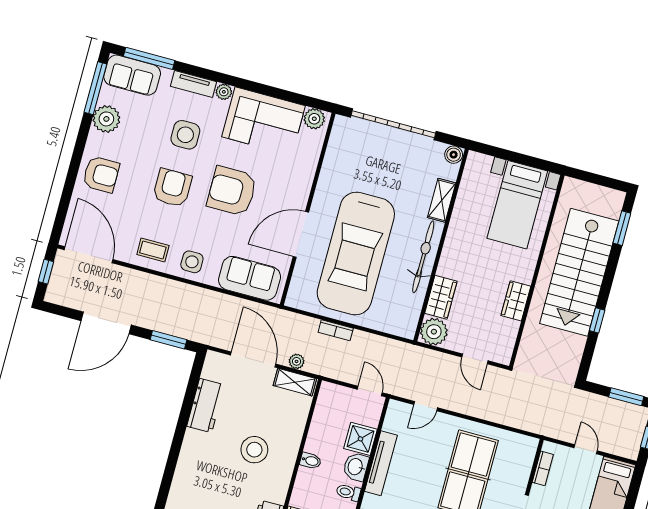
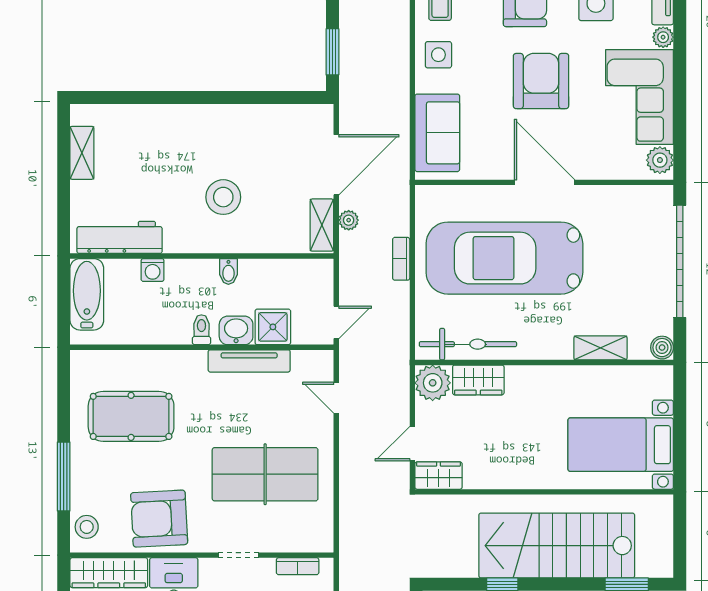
door: (301, 234) -> (545, 182), moved
bicycle: (423, 257) -> (468, 344), moved
wardrobe: (516, 301) -> (439, 476), moved
workbench: (206, 406) -> (262, 121), removed

